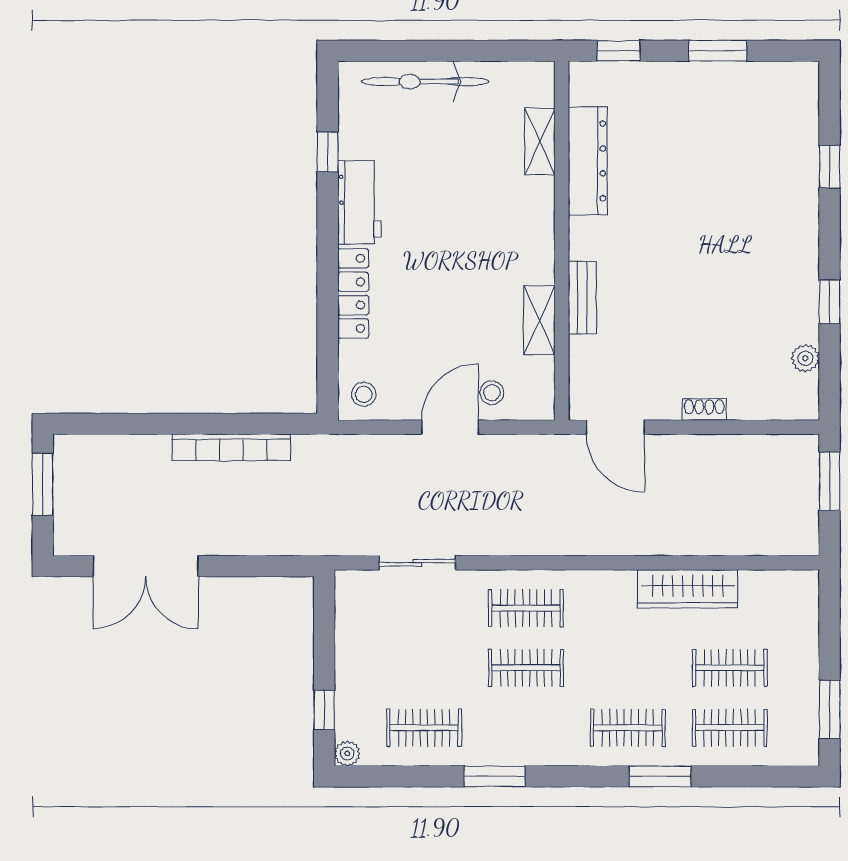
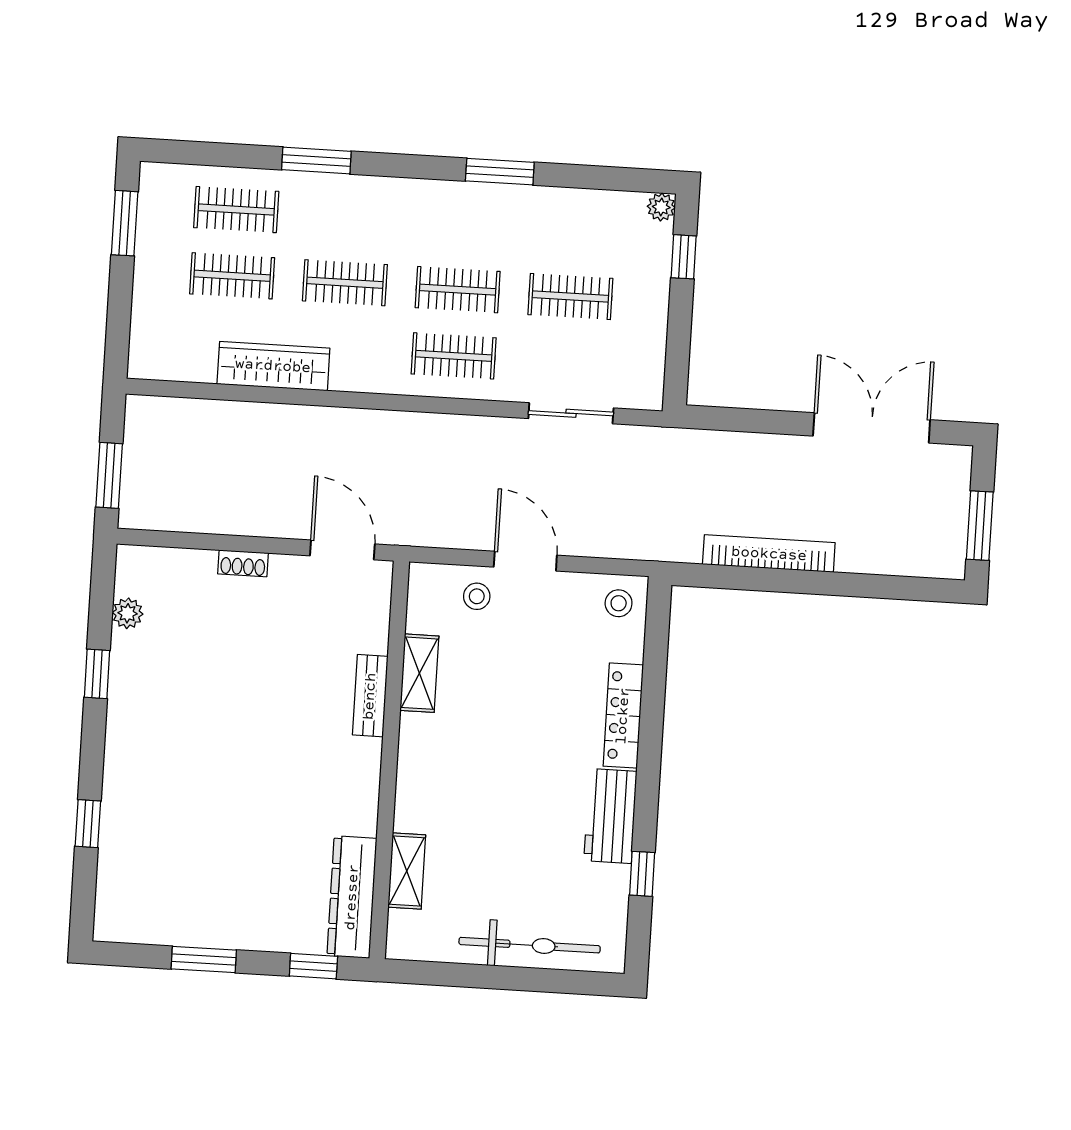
dresser: (588, 161) -> (352, 897), moved
door: (450, 427) -> (525, 561), swing flipped
clothes rail: (424, 728) -> (570, 297), moved
clothes rail: (628, 728) -> (345, 283), moved

